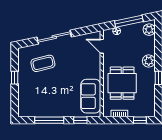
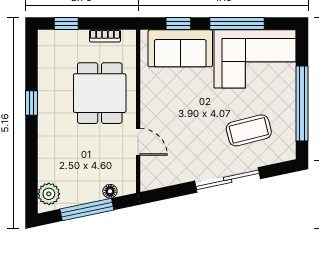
door: (102, 46) -> (138, 142), moved
plant: (149, 61) -> (50, 135), removed
window: (15, 78) -> (302, 103), width x3.17
sofa: (91, 96) -> (180, 48), moved, turned 90
corner sofa: (40, 101) -> (255, 59), added

